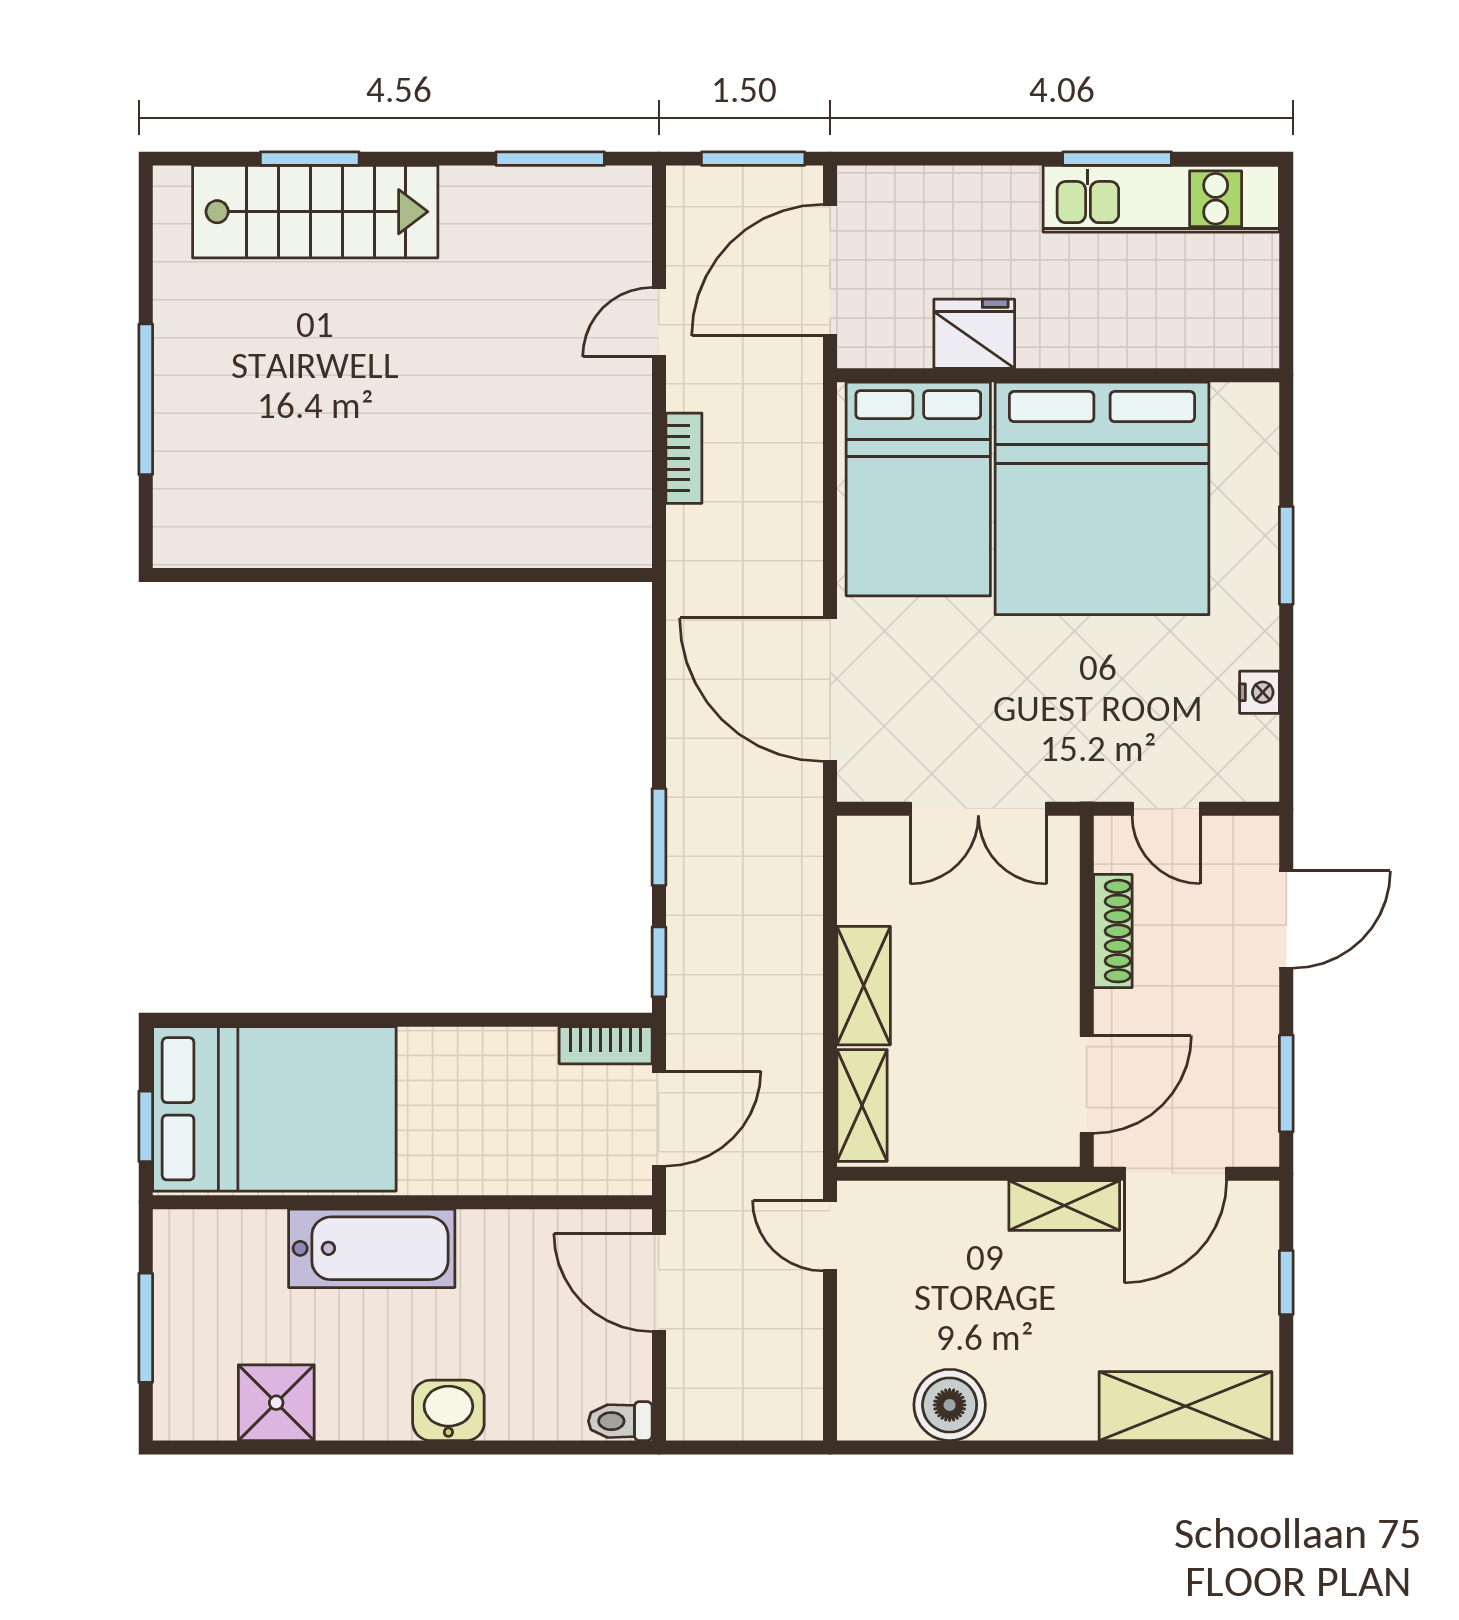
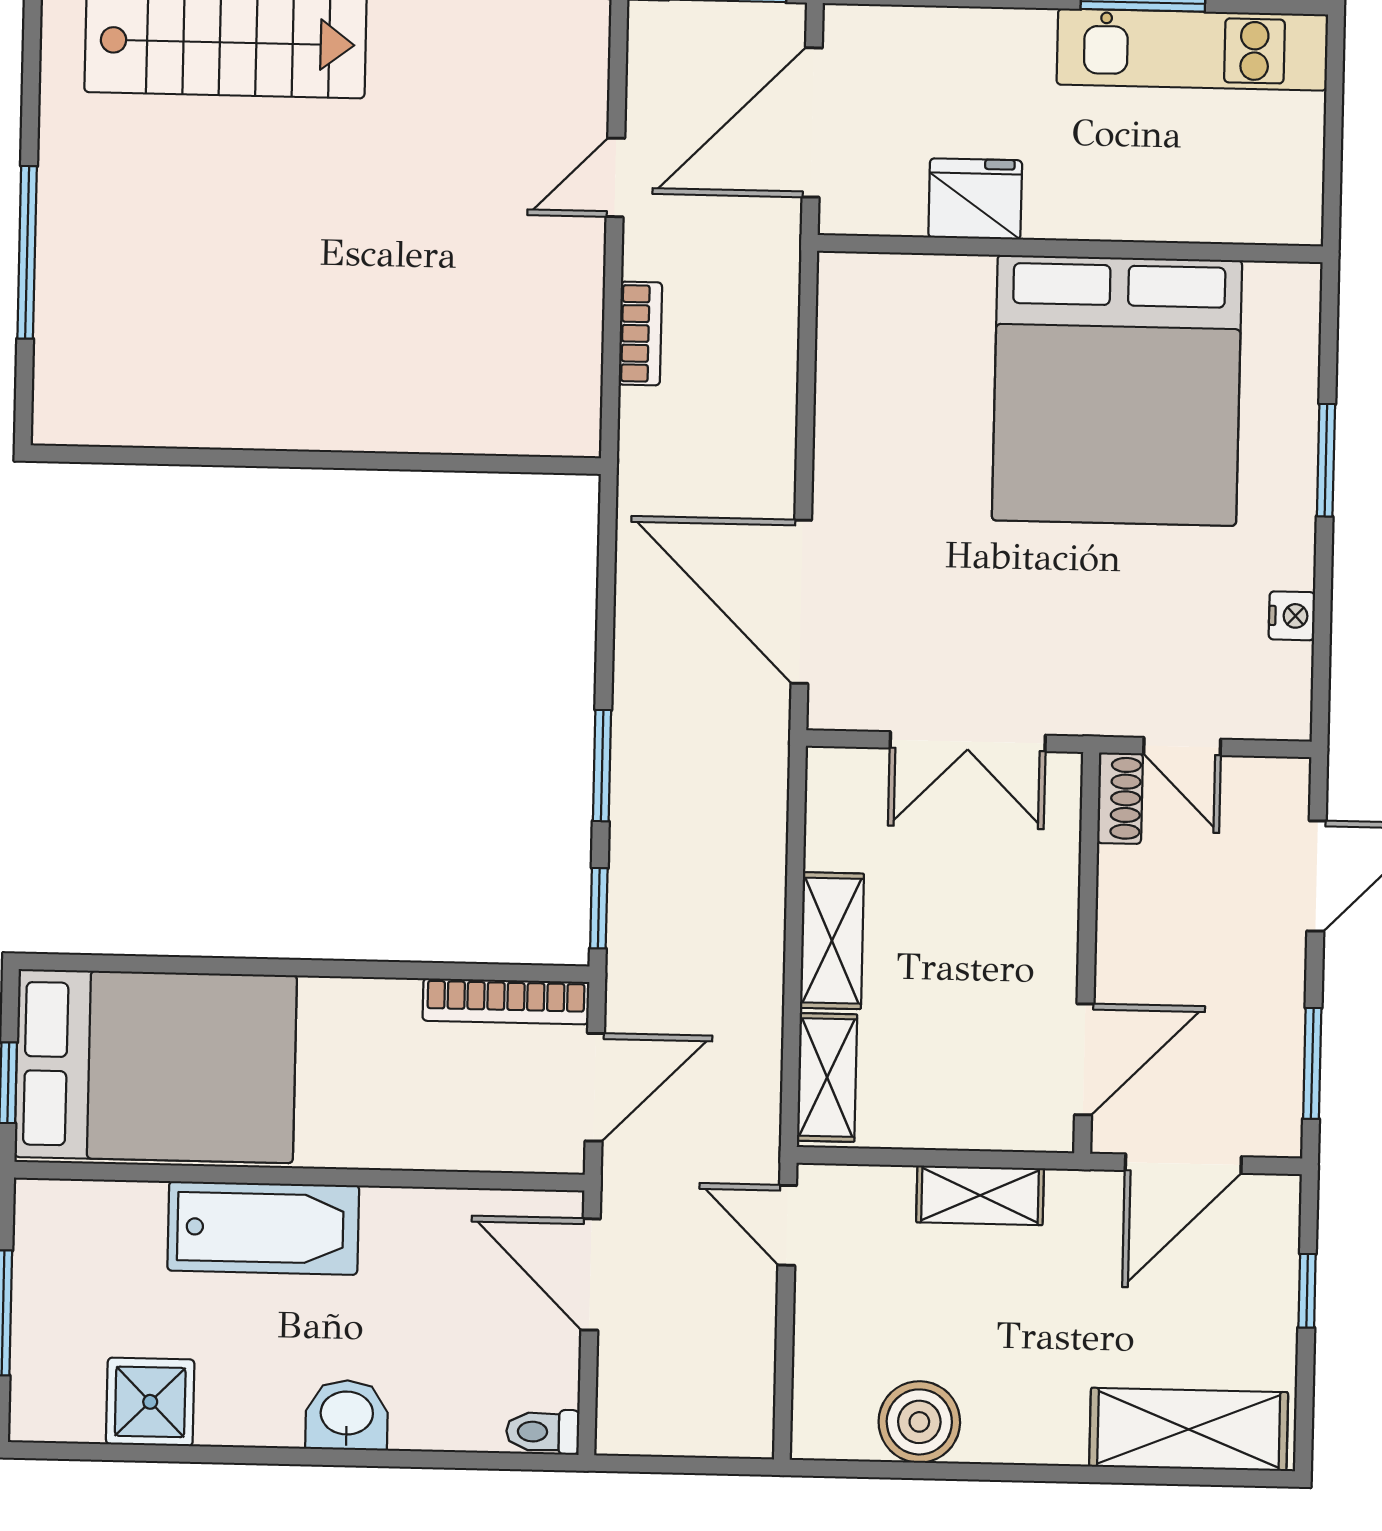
bed: (918, 489) -> (907, 375), removed
shoe rack: (1113, 931) -> (1120, 798), moved, width x0.70
bookcase: (606, 1045) -> (506, 1001), width x1.56
shelving: (1064, 1206) -> (980, 1195), moved

